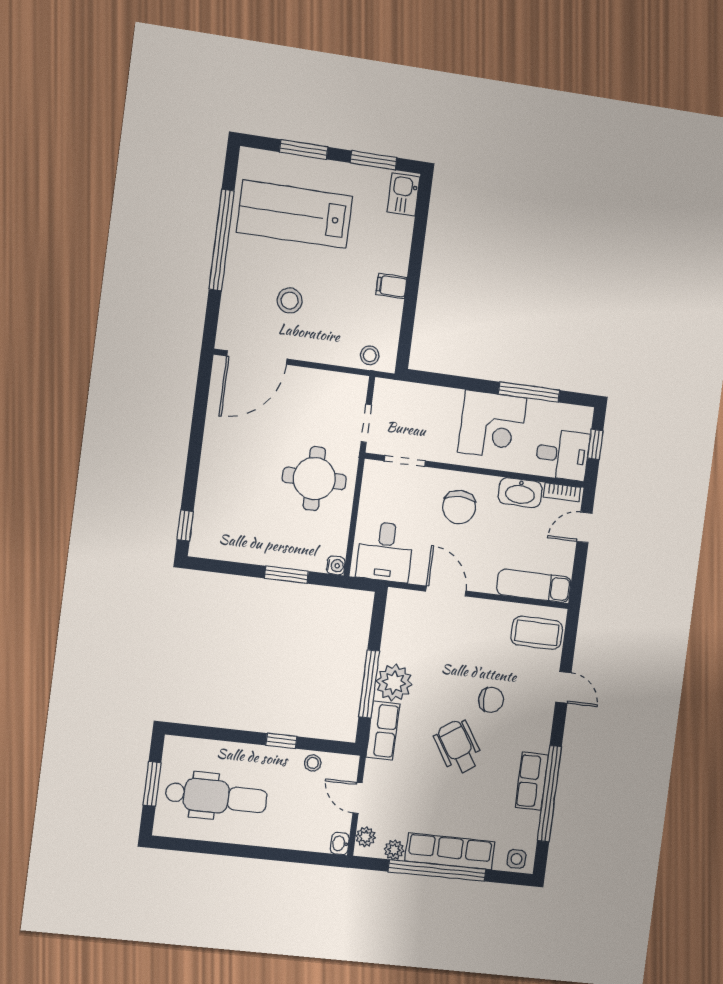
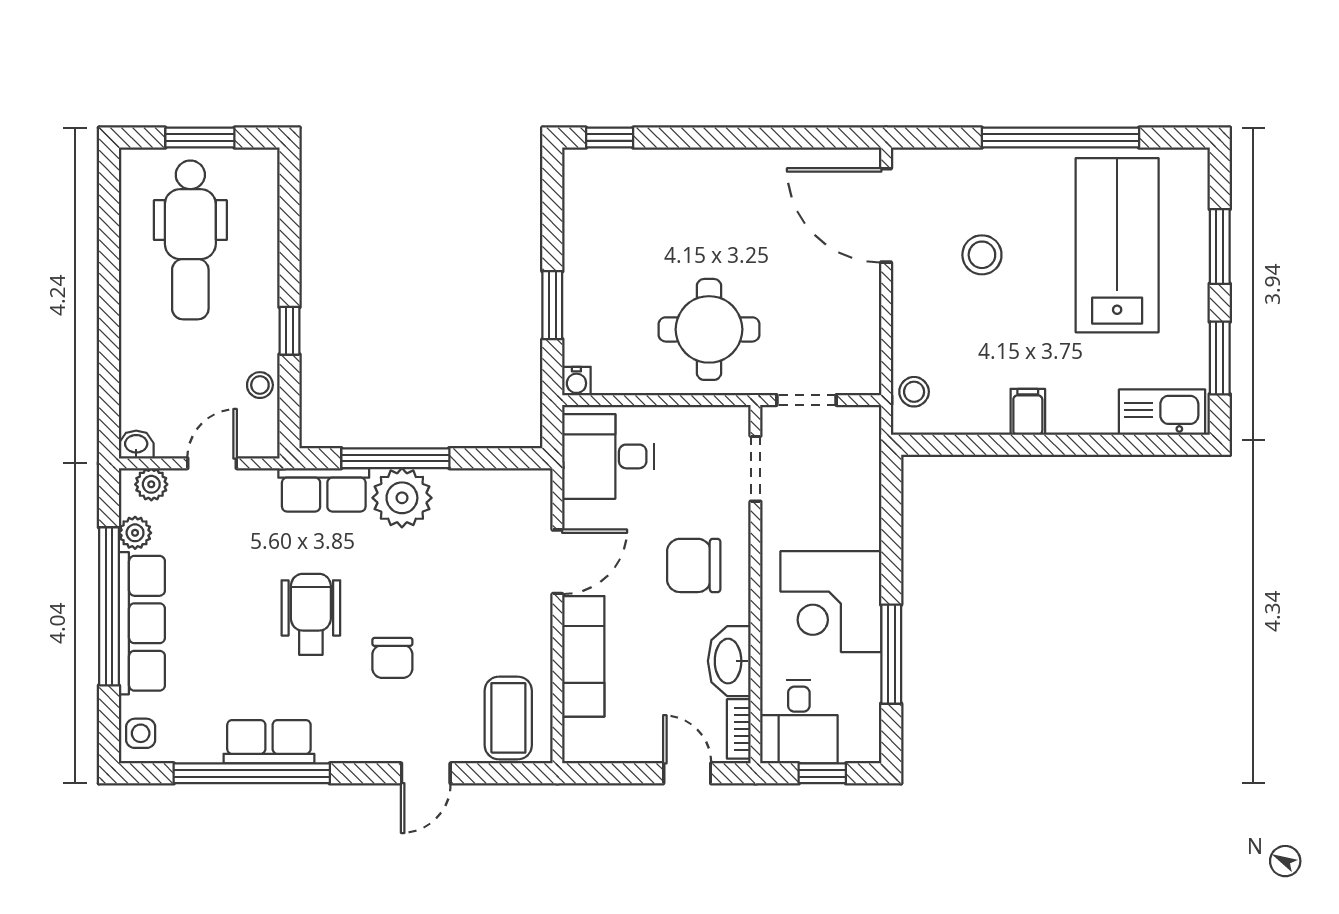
kitchen sink: (404, 194) -> (1162, 412), width x1.38
exam couch: (534, 586) -> (583, 656), moved
wheelchair: (458, 747) -> (311, 614), turned -57

